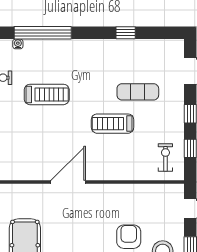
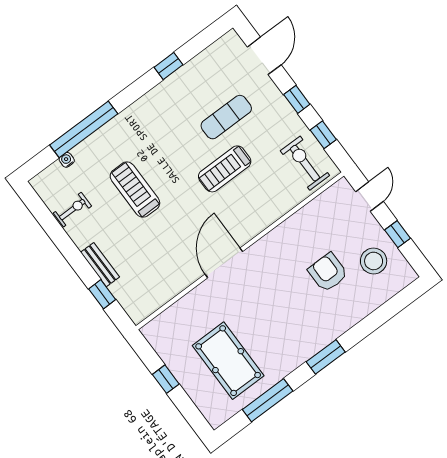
treadmill: (47, 94) -> (135, 190), turned -90
exercise bike: (165, 158) -> (305, 163), width x1.38, depth x1.39

